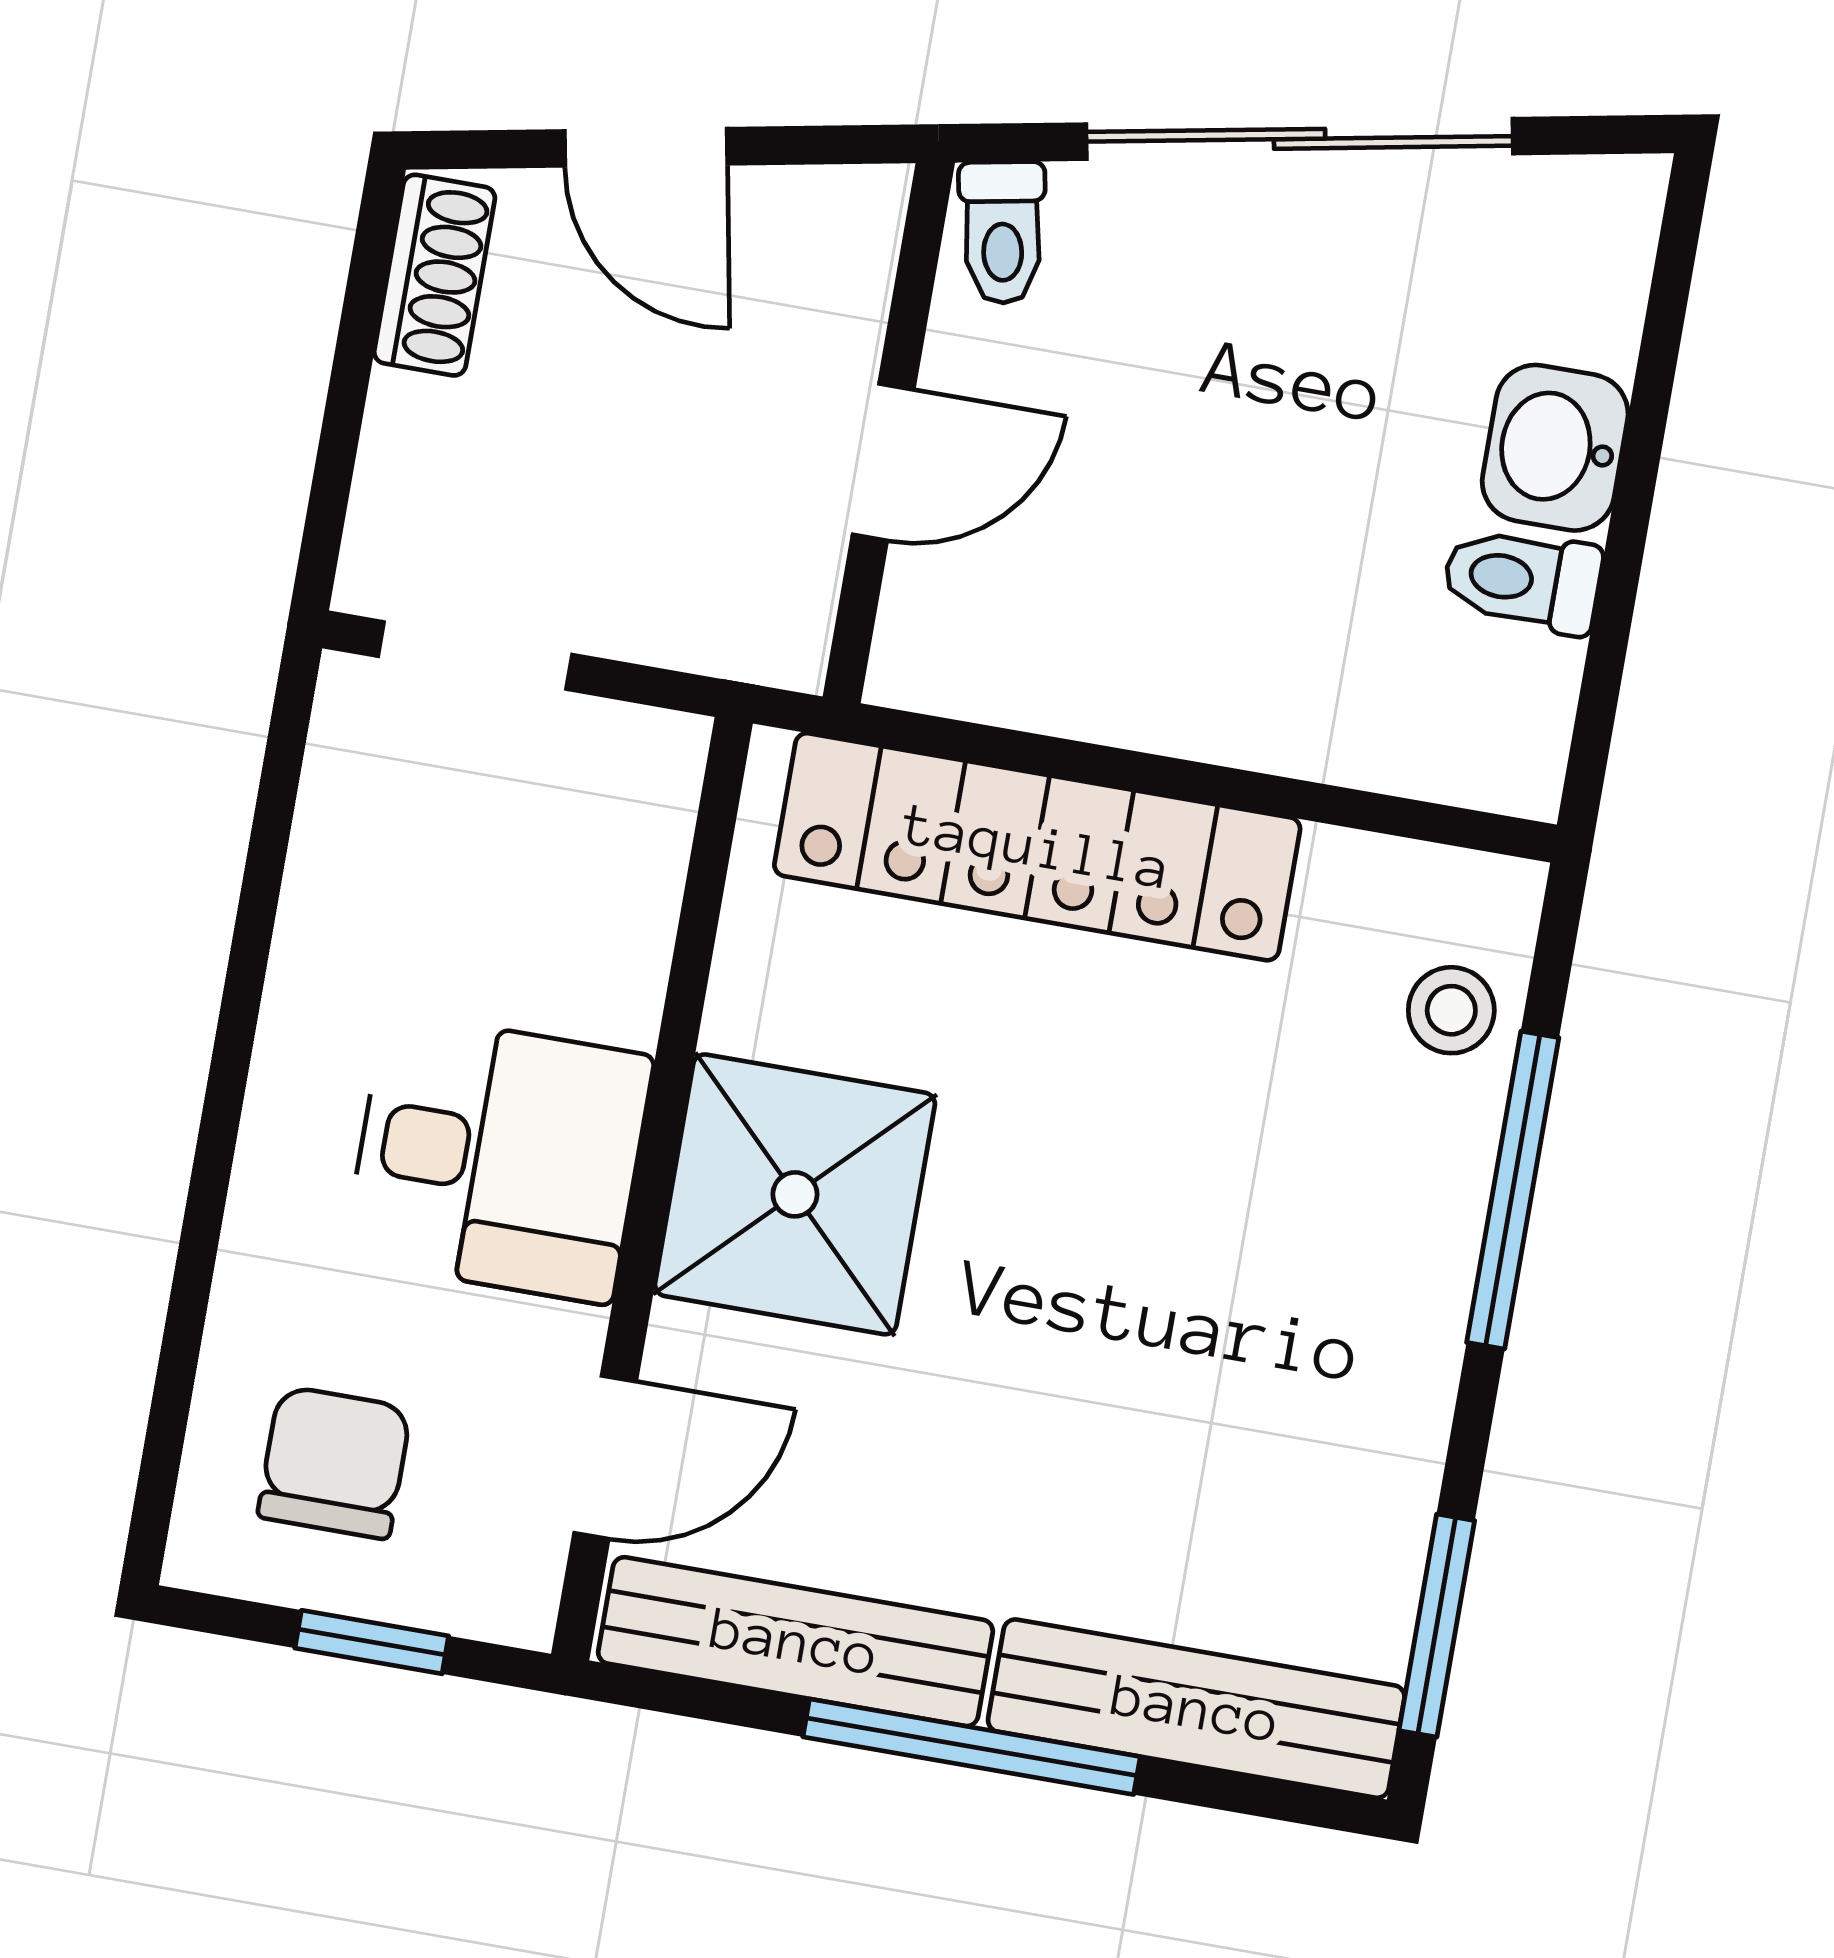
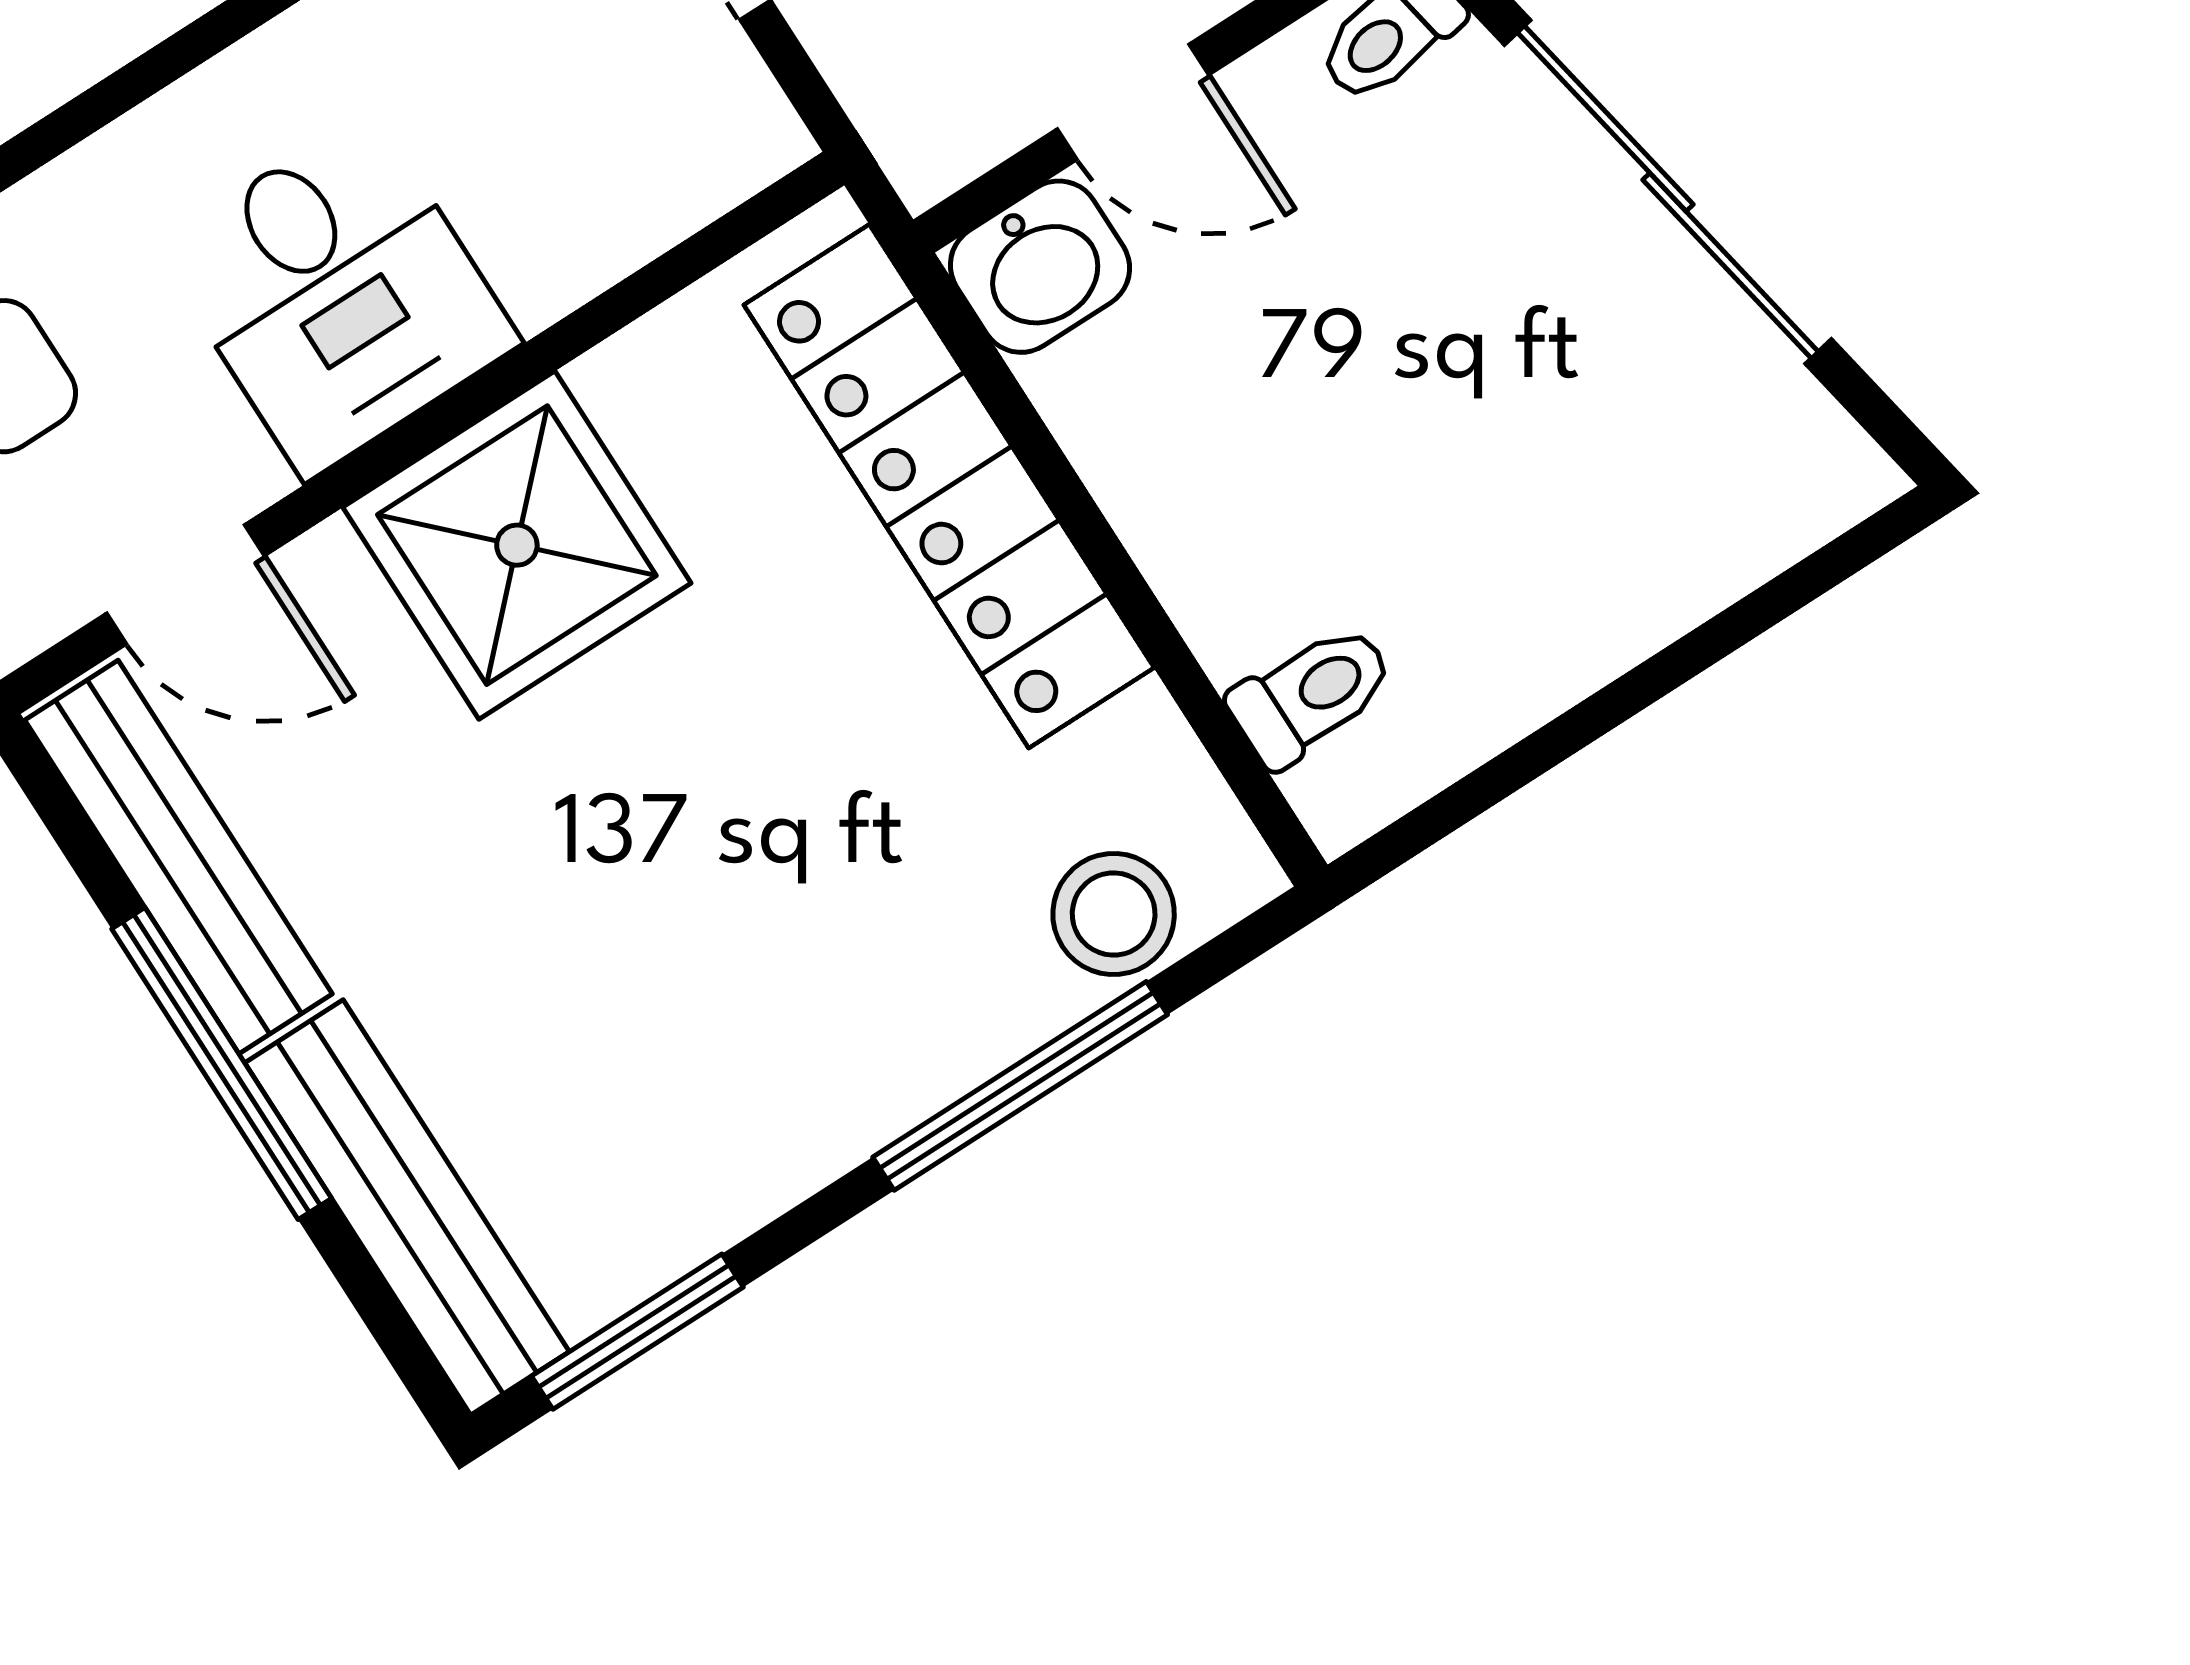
washbasin: (1555, 448) -> (1040, 267), moved, turned 180
toilet: (1522, 580) -> (1312, 695), moved, turned 90
stool: (1451, 1010) -> (1114, 914), width x1.37, depth x1.37

